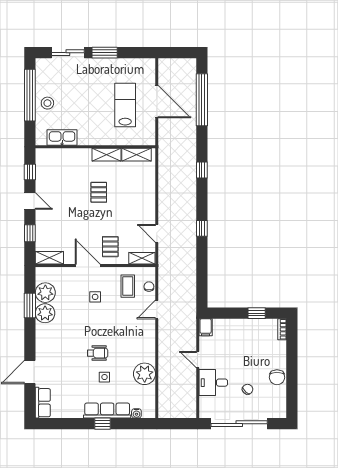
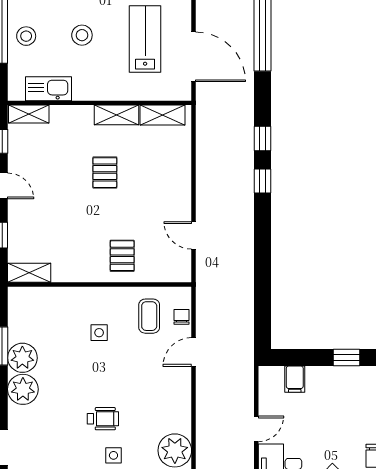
stool: (84, 102) -> (82, 35), added
door: (157, 102) -> (194, 57), moved
window: (202, 228) -> (262, 181), moved
shelving: (142, 258) -> (29, 114), moved
door: (88, 265) -> (88, 285), removed
plant: (45, 293) -> (23, 389), moved
filing cabinet: (206, 327) -> (295, 379), moved
door: (198, 360) -> (256, 429), swing flipped

